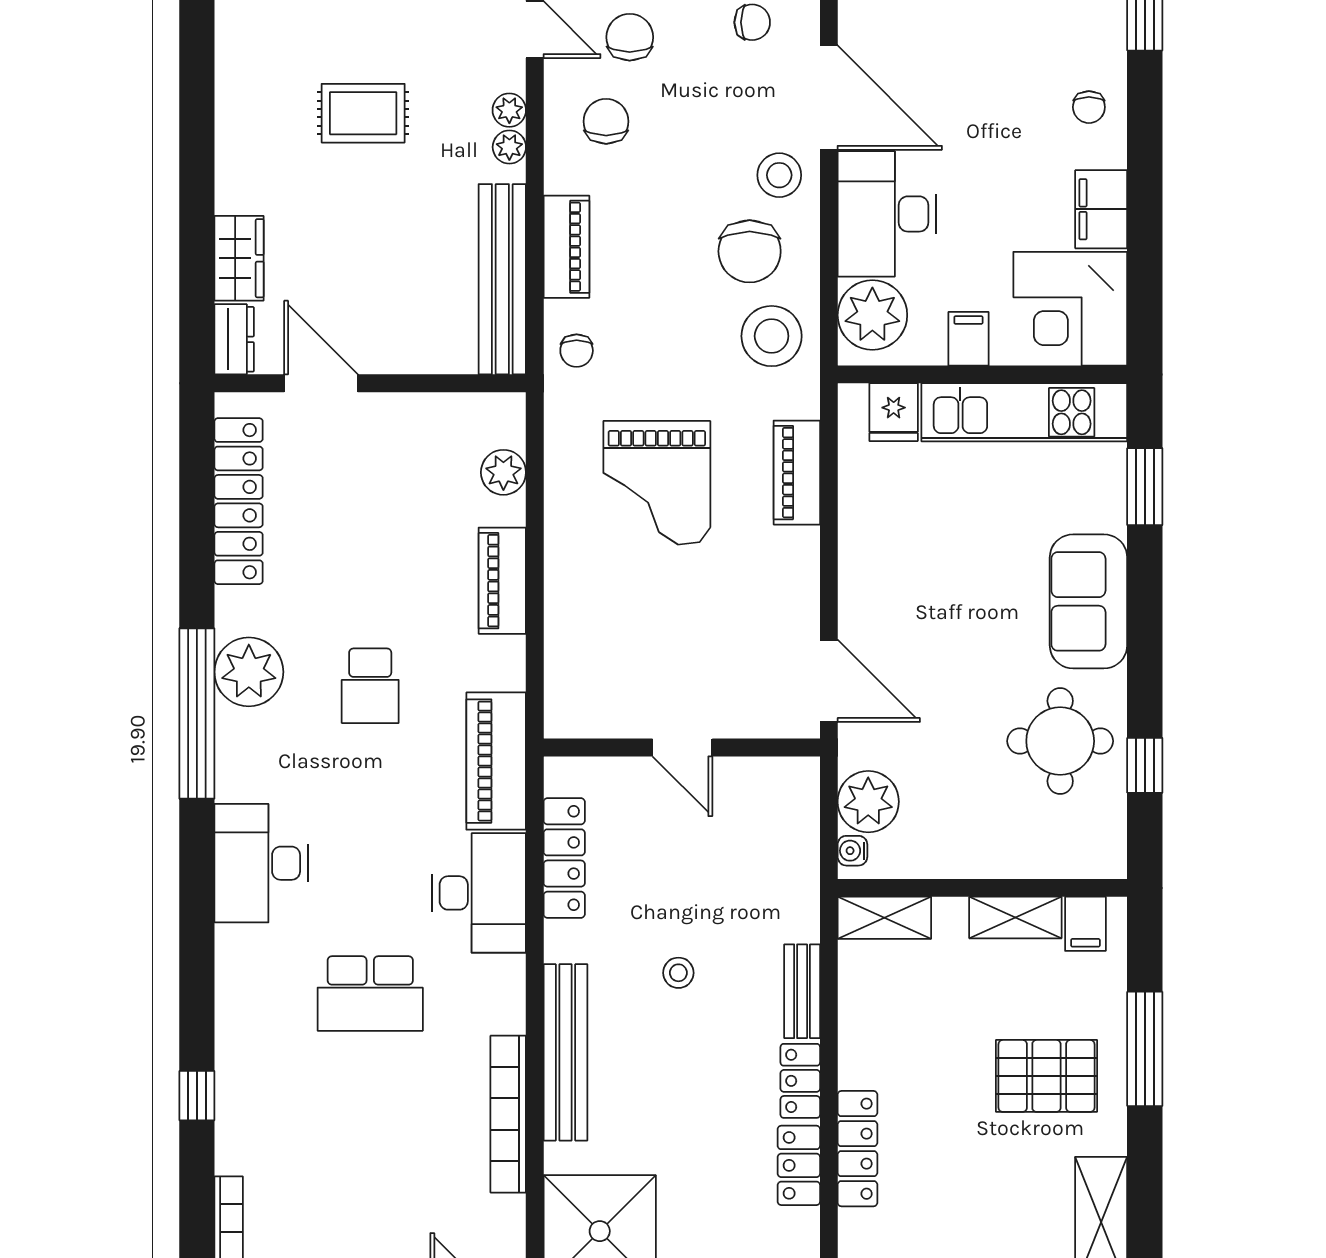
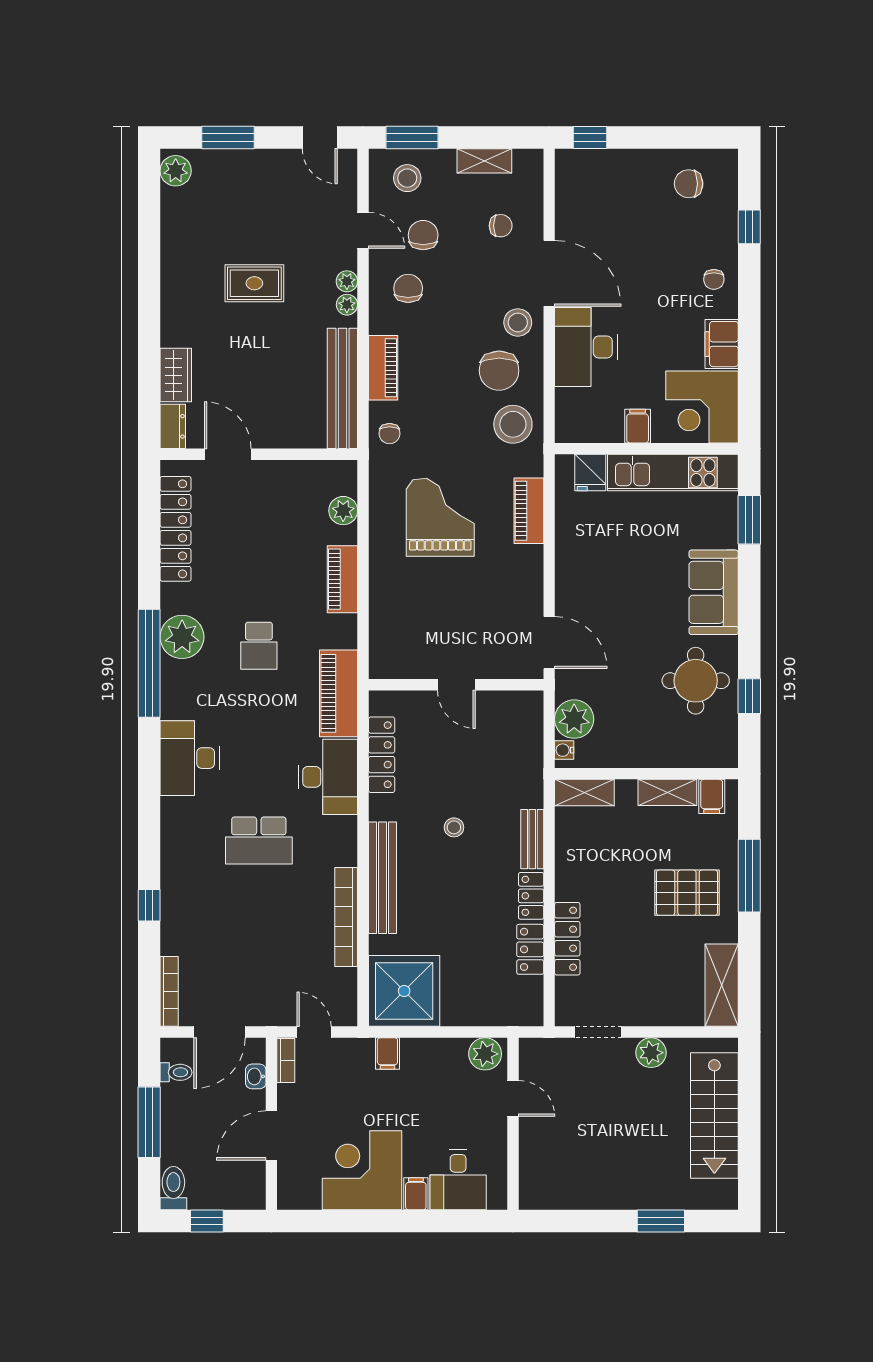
plant: (872, 315) -> (577, 411), removed
grand piano: (657, 483) -> (440, 517), turned 180

